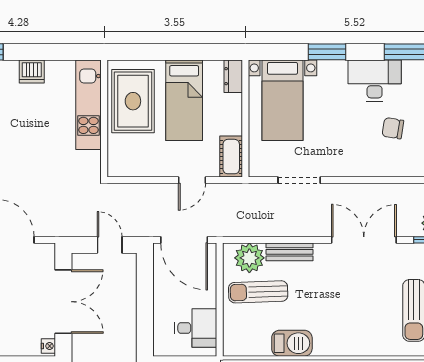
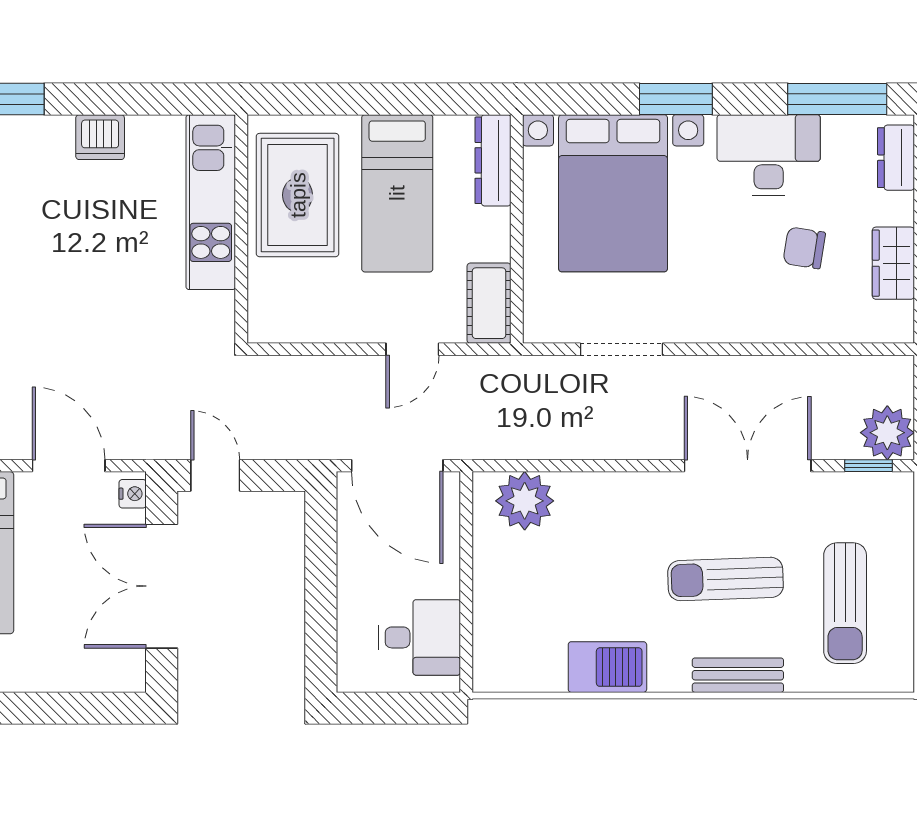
dresser: (233, 76) -> (493, 160), width x1.44
bed with nightstands: (282, 100) -> (613, 193), width x1.36
door: (110, 245) -> (215, 475), moved
bench: (289, 252) -> (738, 675), moved
sun lounger: (258, 292) -> (726, 579), moved
double door: (63, 302) -> (162, 586), swing flipped
nightstand: (48, 346) -> (133, 494), moved

